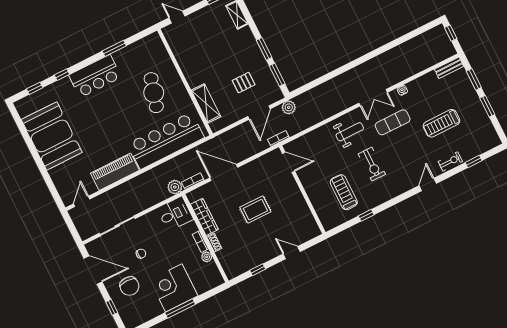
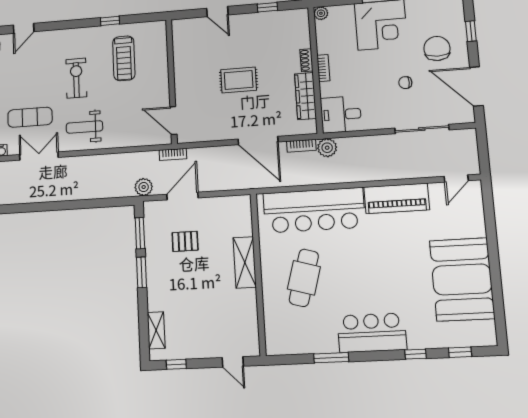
shelving: (206, 103) -> (245, 262), moved
plant: (207, 257) -> (321, 13), moved

